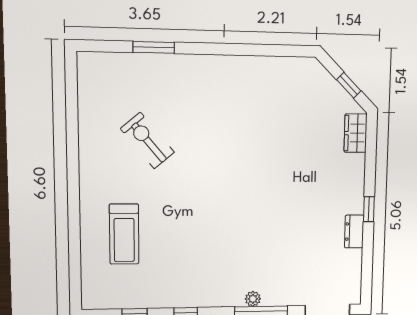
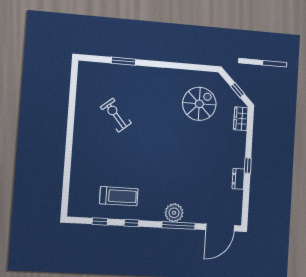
spiral stairs: (286, 113) -> (199, 104), added
treadmill: (124, 234) -> (119, 196), moved, turned -90
plant: (253, 299) -> (174, 213), width x1.87, depth x1.87

